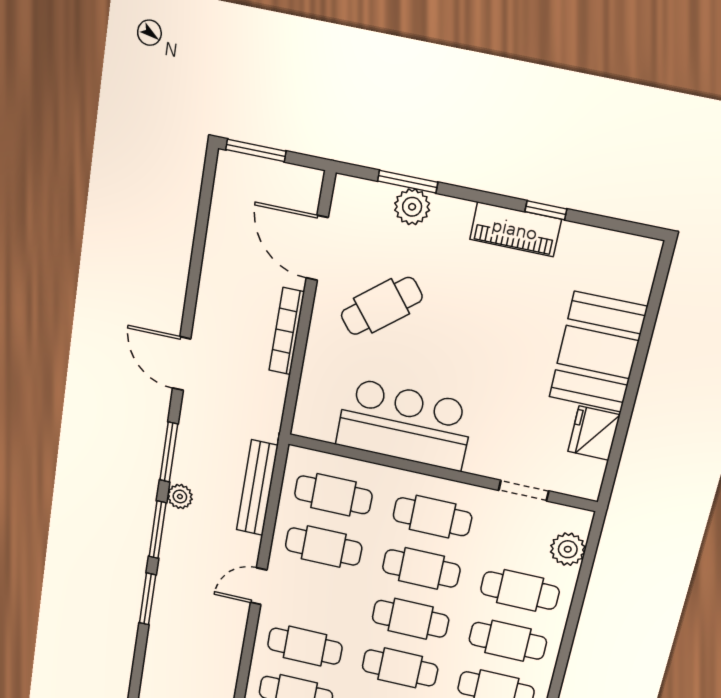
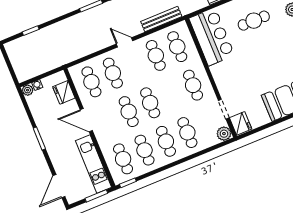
cafe table: (382, 306) -> (254, 21), turned -51
bar counter: (405, 424) -> (212, 37), moved
fridge: (594, 433) -> (241, 123), moved, turned 90
plant: (568, 549) -> (224, 134), moved
cafe table: (421, 568) -> (172, 94), removed

